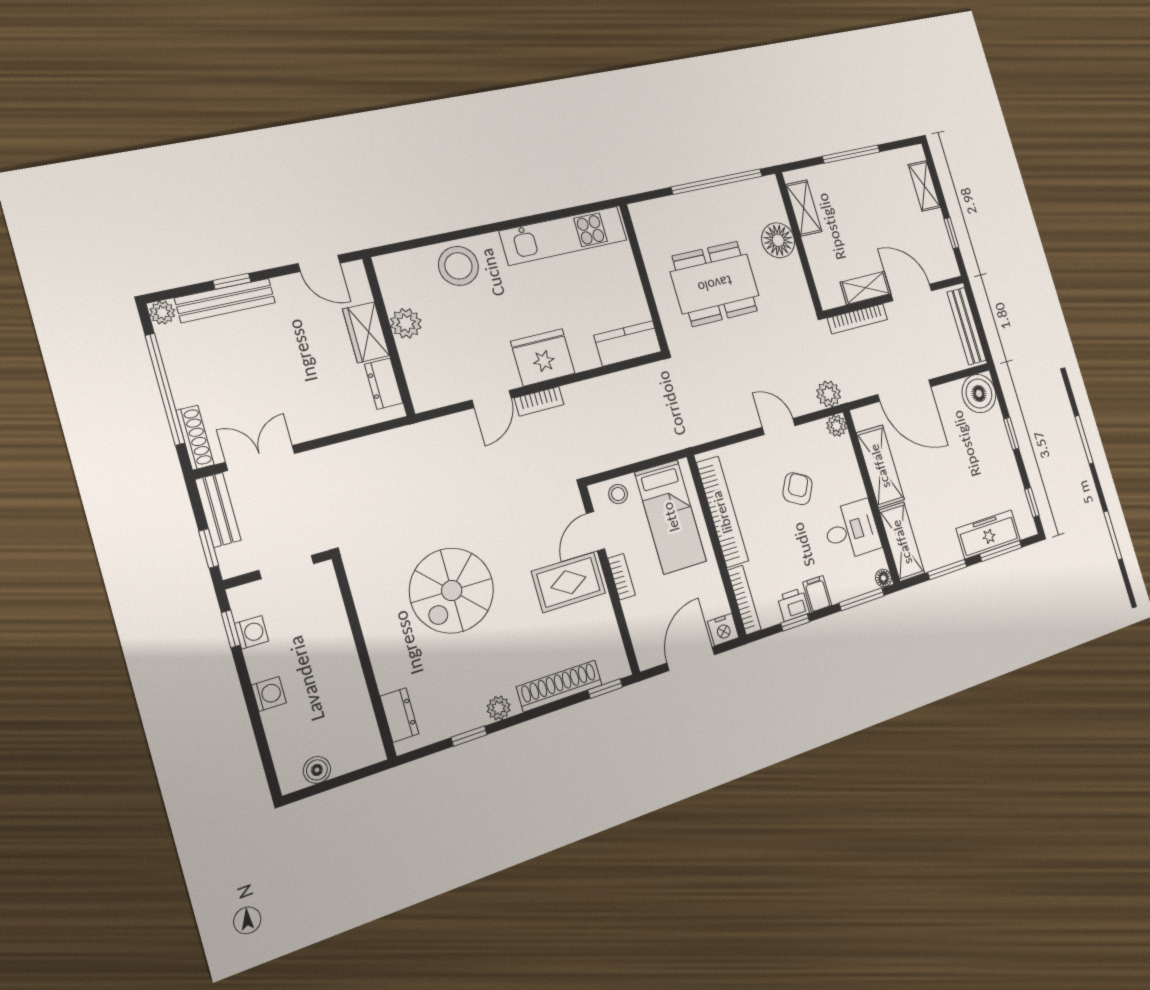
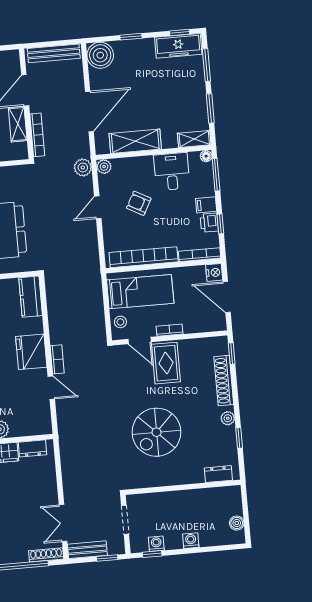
freezer: (988, 534) -> (178, 46), moved, turned -90
shelving: (902, 542) -> (194, 139), width x0.67, depth x0.75
spiral stairs: (452, 590) -> (157, 432), turned 90

